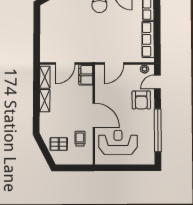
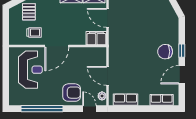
row of seats: (148, 39) -> (125, 100), width x0.68
door: (114, 63) -> (108, 76), moved
armchair: (141, 100) -> (72, 93), turned 180

